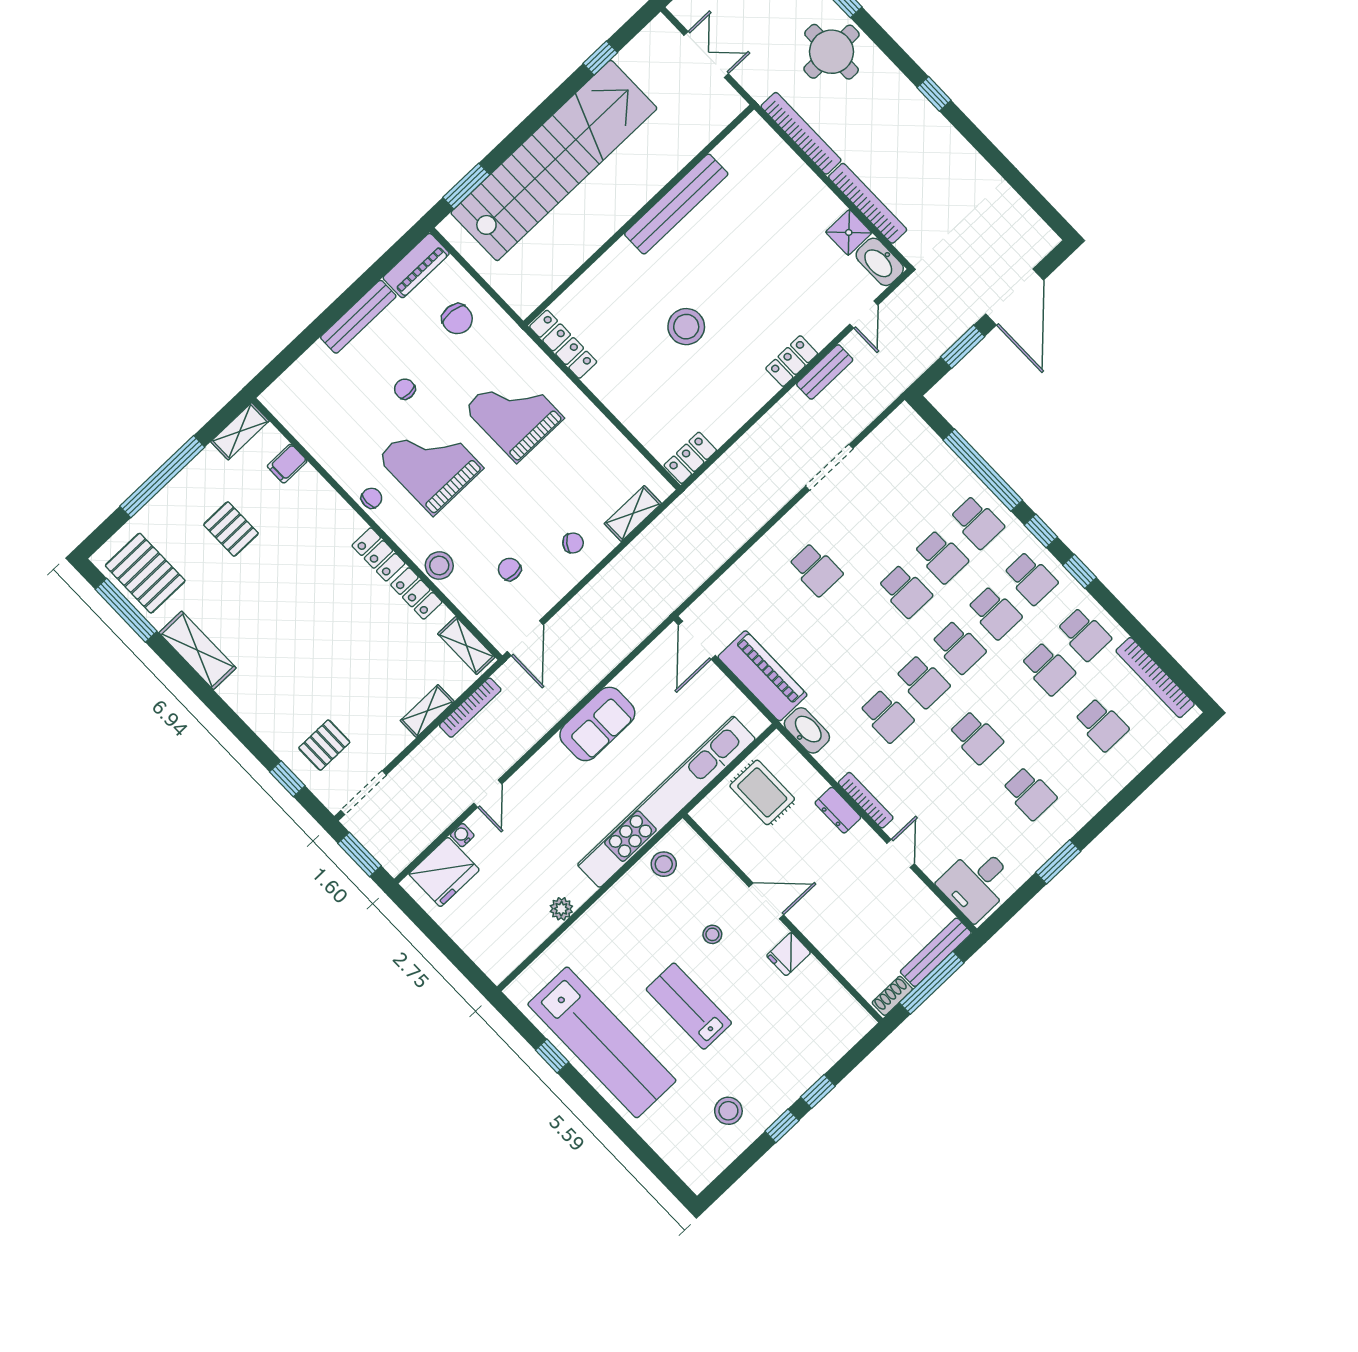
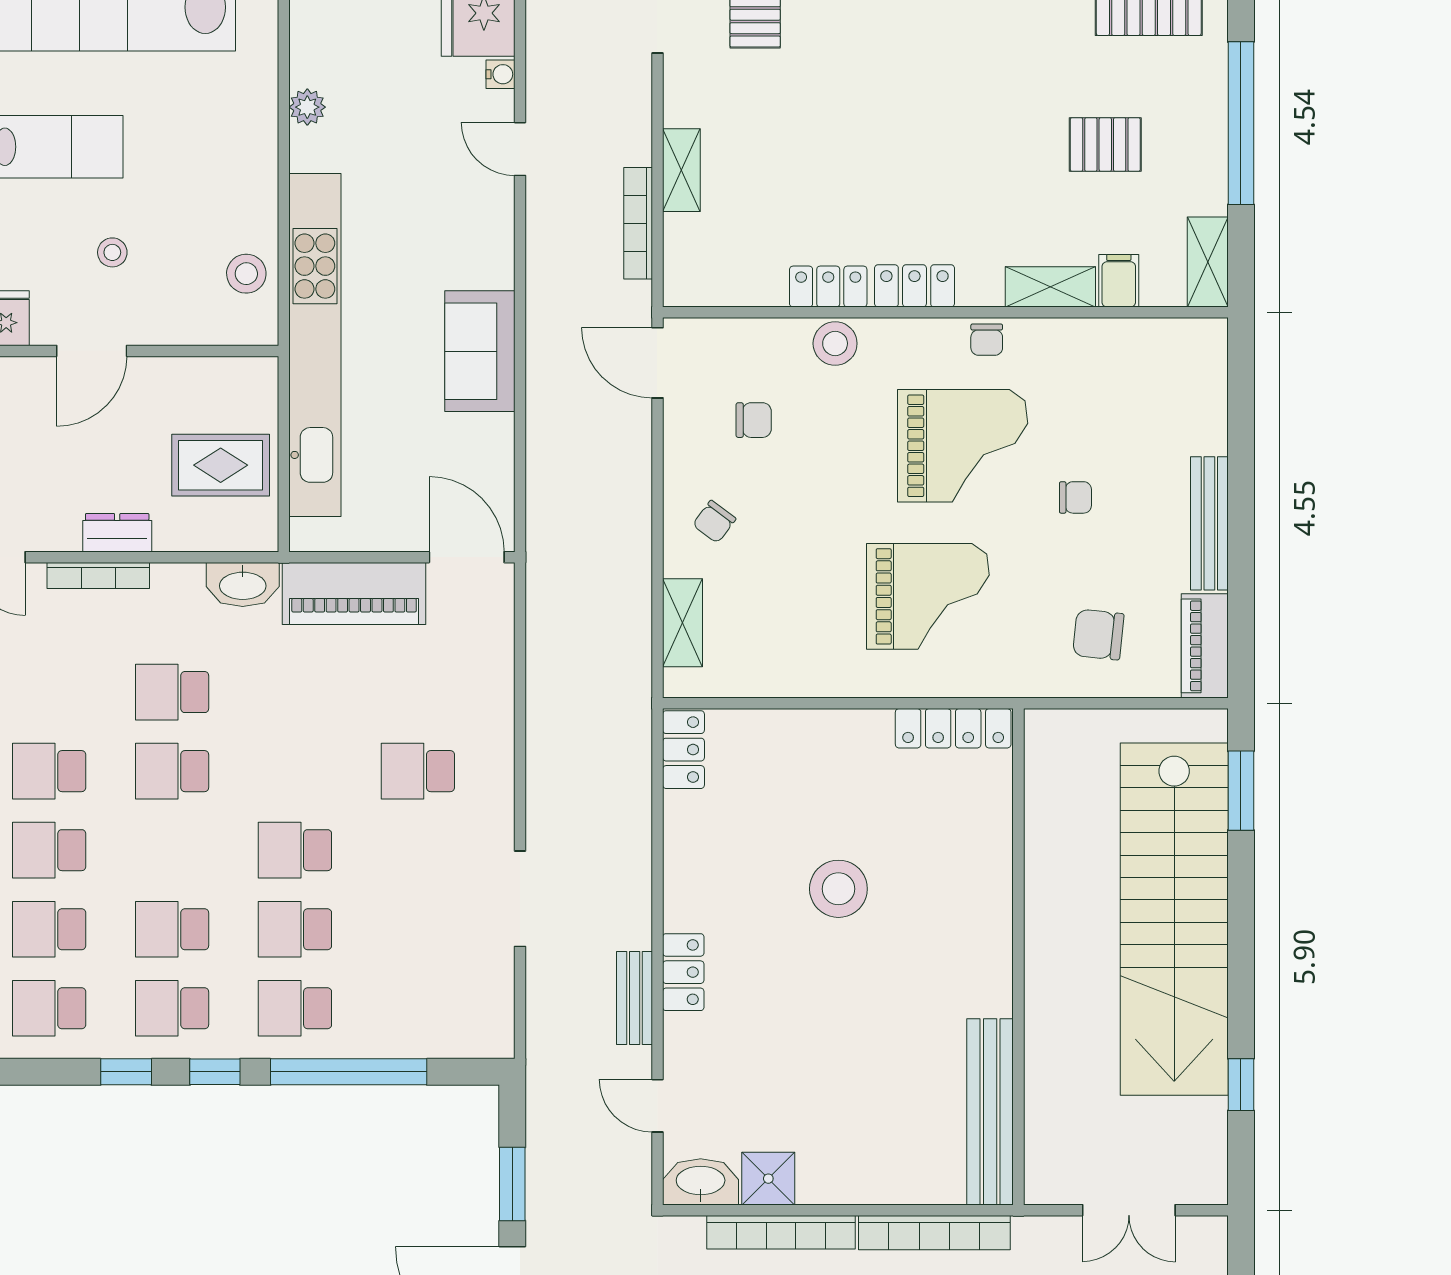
bench: (676, 204) -> (990, 1112), moved
shelving: (466, 645) -> (1050, 287), moved
school desk: (959, 647) -> (49, 850), moved

